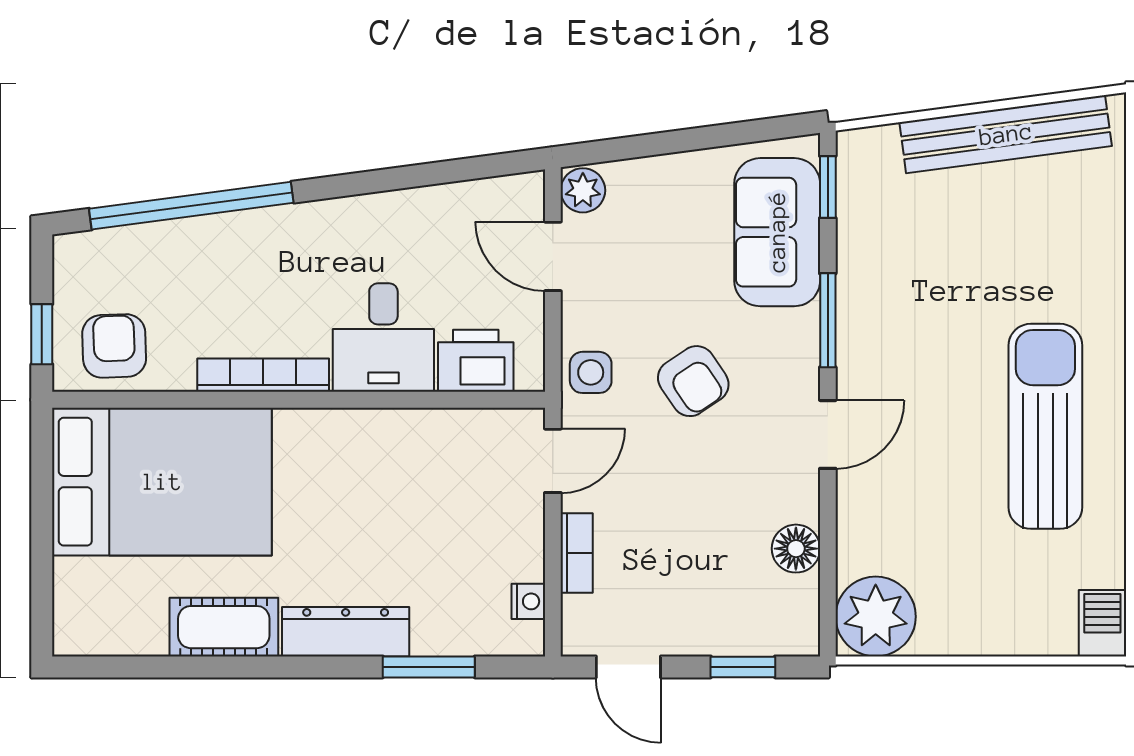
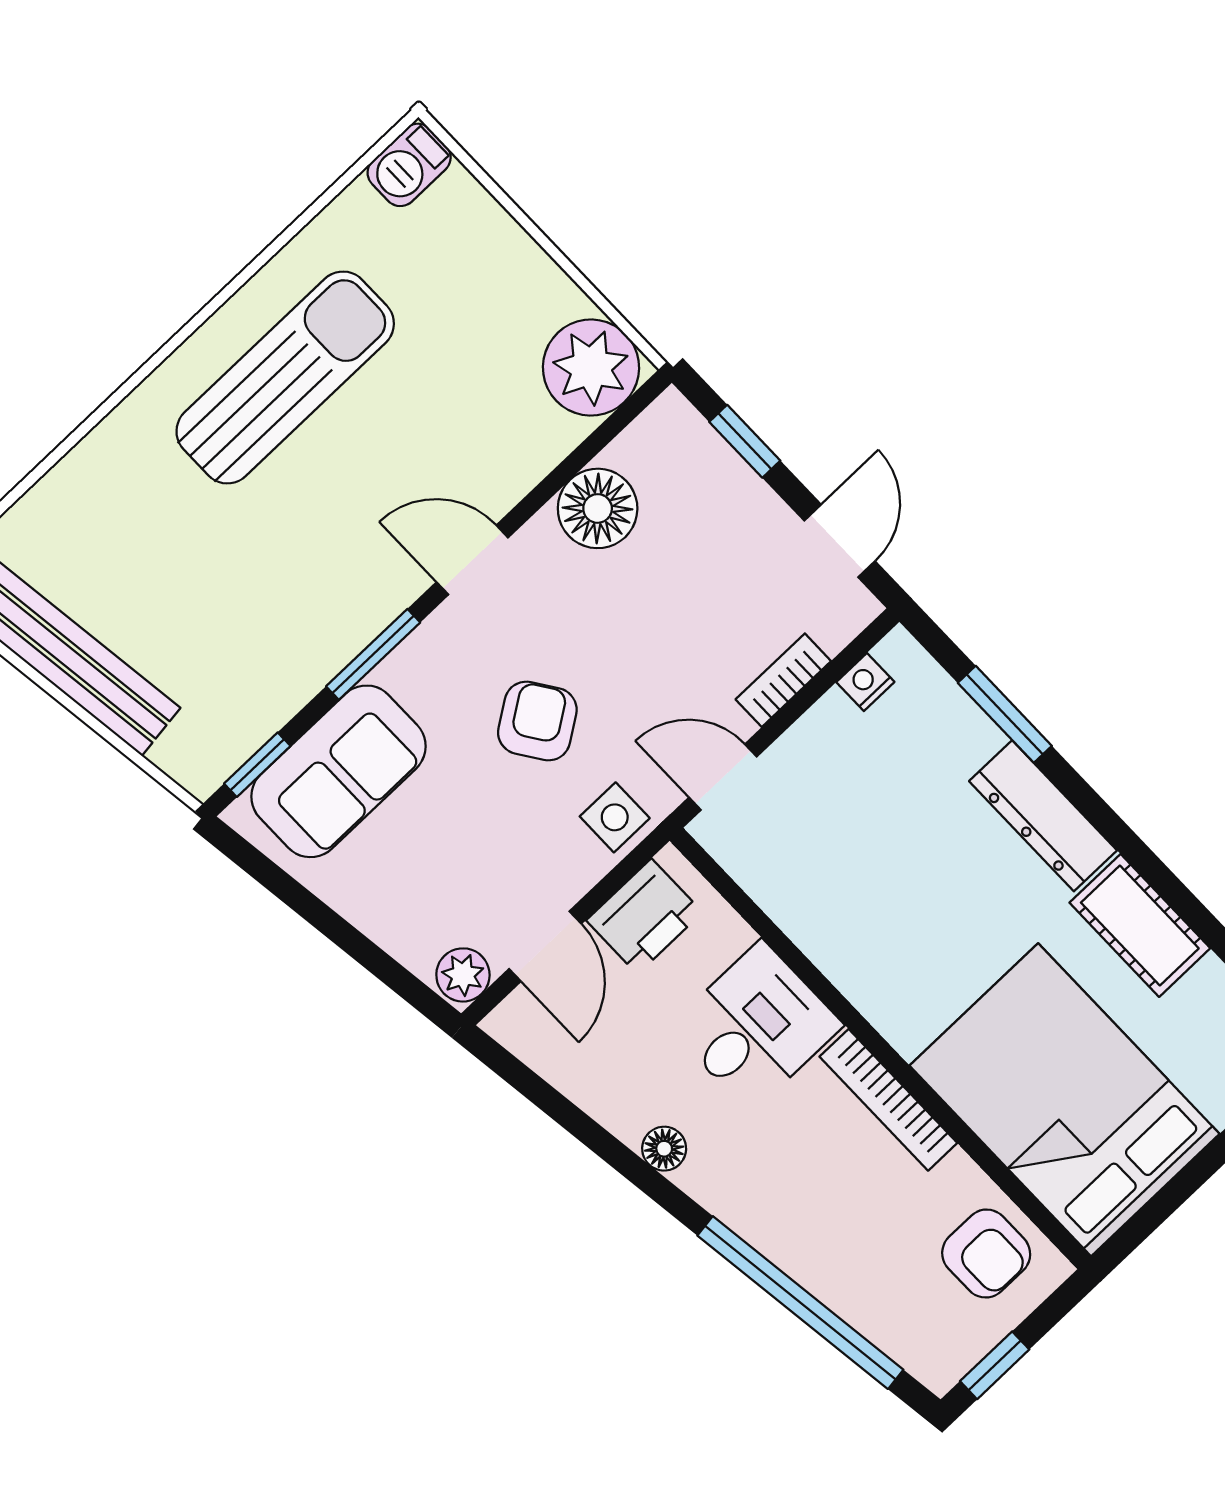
floor lamp: (362, 212) -> (664, 1149), added
window: (42, 334) -> (995, 1365), moved
armchair: (114, 346) -> (986, 1254), turned -88
printer: (476, 361) -> (644, 916), moved, turned -90
sun lounger: (1045, 426) -> (285, 378), turned 180
floor lamp: (796, 549) -> (598, 508), width x1.38, depth x1.38

